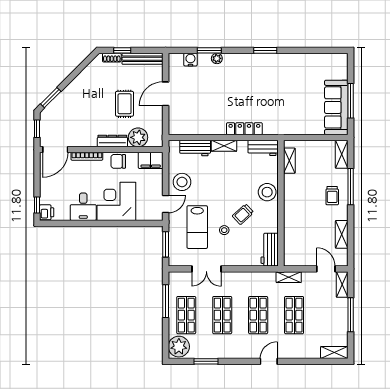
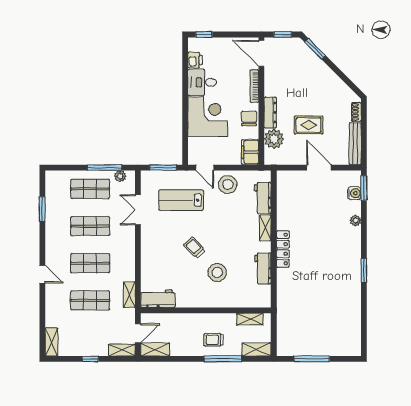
window: (122, 50) -> (364, 123), removed
window: (209, 50) -> (364, 188), moved
sofa: (336, 107) -> (305, 344), removed
shelving: (289, 161) -> (250, 319), moved
wall: (281, 203) -> (206, 310), moved
printer: (47, 212) -> (195, 60), moved, turned -90
stool: (224, 230) -> (178, 228), removed
shelving: (342, 234) -> (155, 350), moved
workbench: (270, 250) -> (158, 299), moved
window: (351, 315) -> (90, 359), width x0.46
plant: (179, 347) -> (120, 176), moved, width x0.53, depth x0.53

